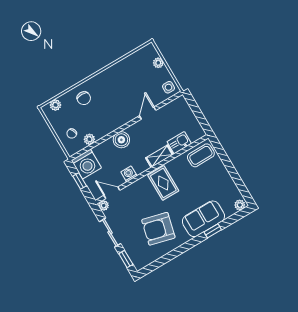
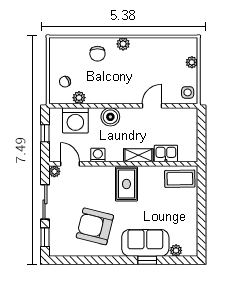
plant: (55, 105) -> (123, 44), moved
washing machine: (86, 164) -> (75, 120), moved
plant: (240, 205) -> (176, 250), moved

